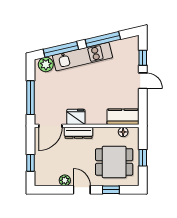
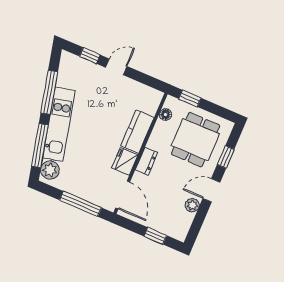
kitchen counter: (123, 117) -> (137, 132), moved
dresser: (78, 133) -> (146, 161), width x0.70
window: (143, 158) -> (190, 98), moved

